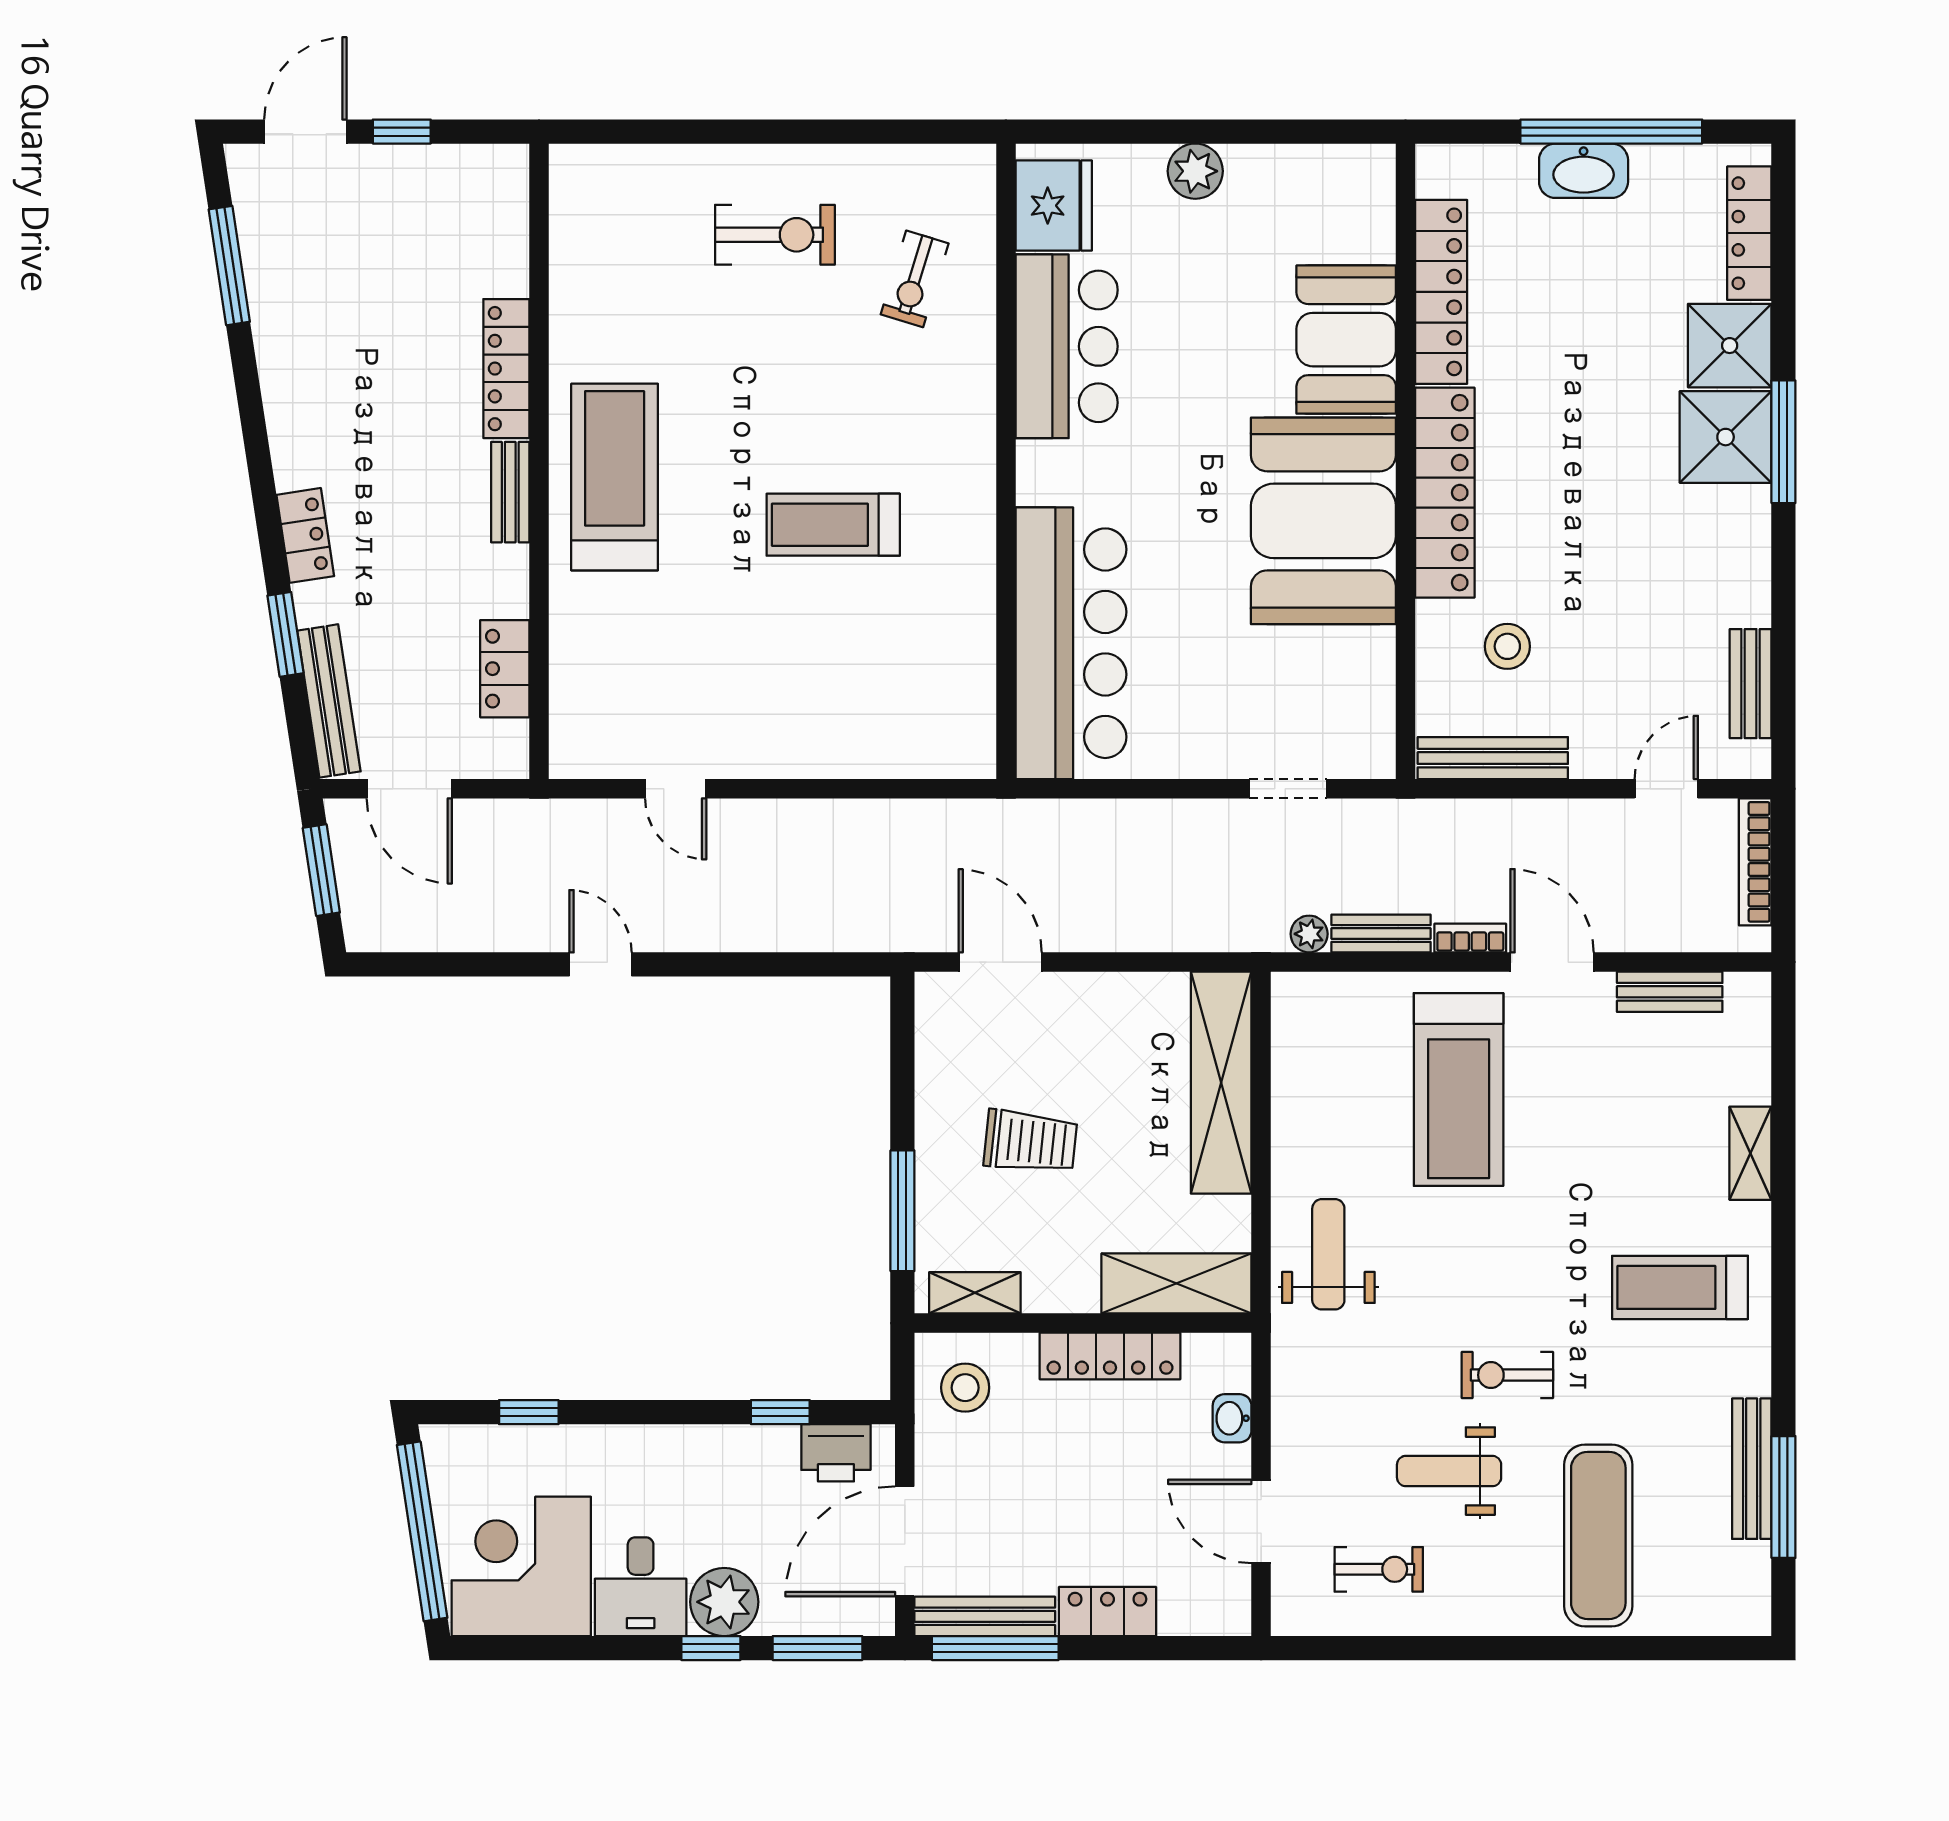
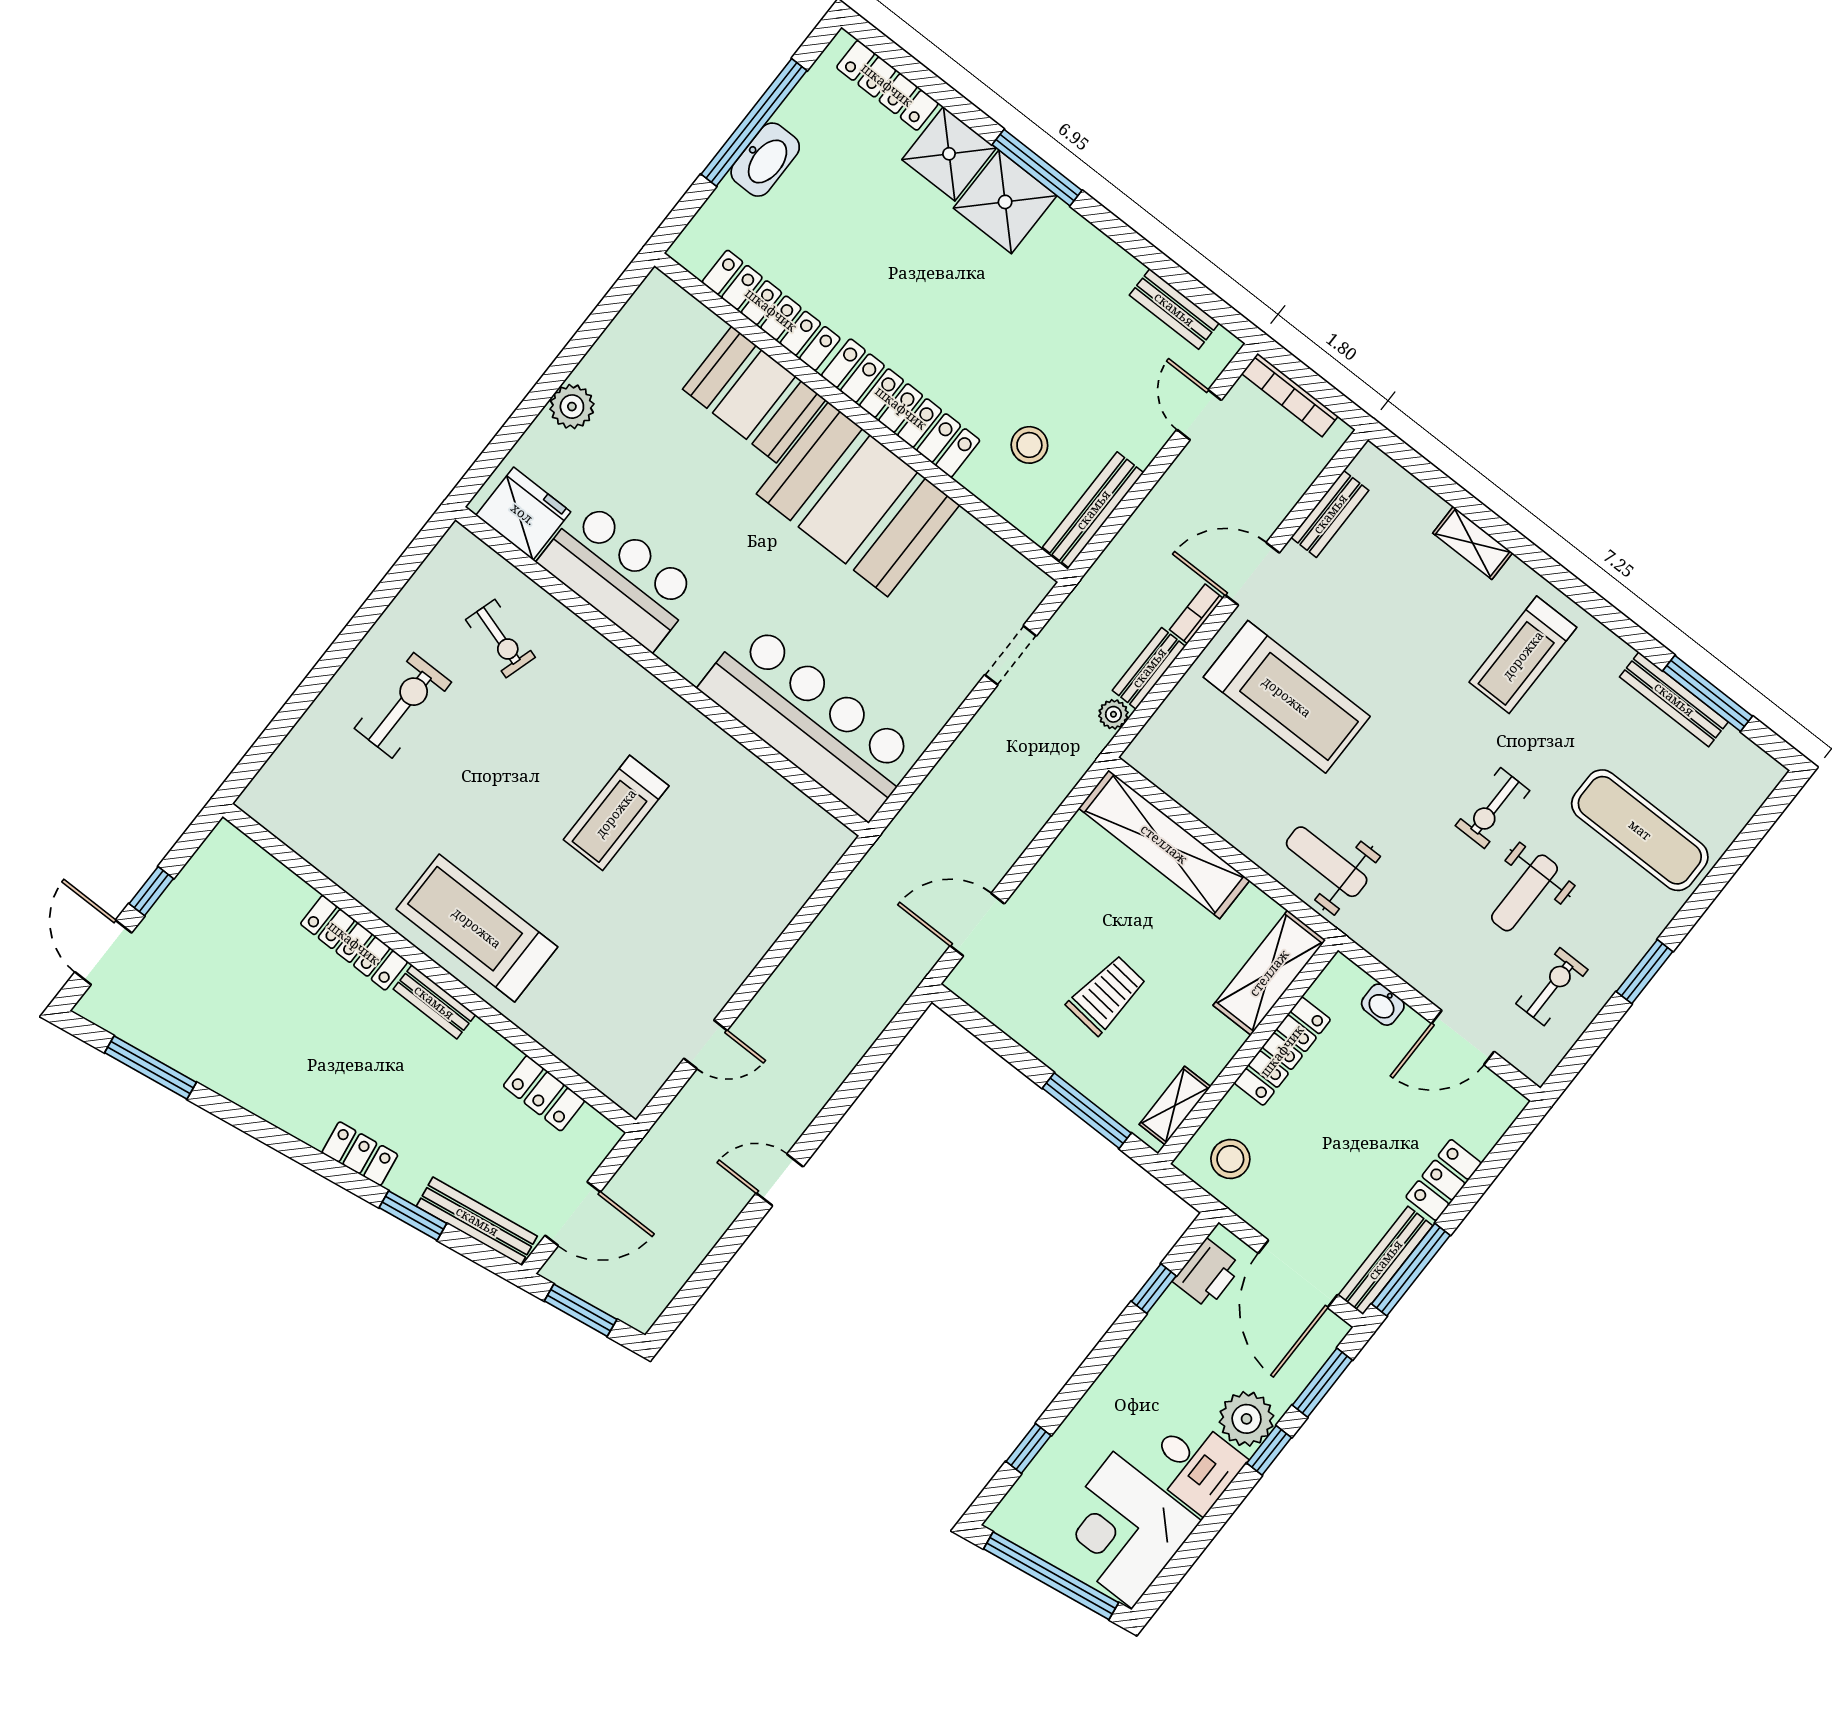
window: (1464, 1648) -> (1645, 972), added

